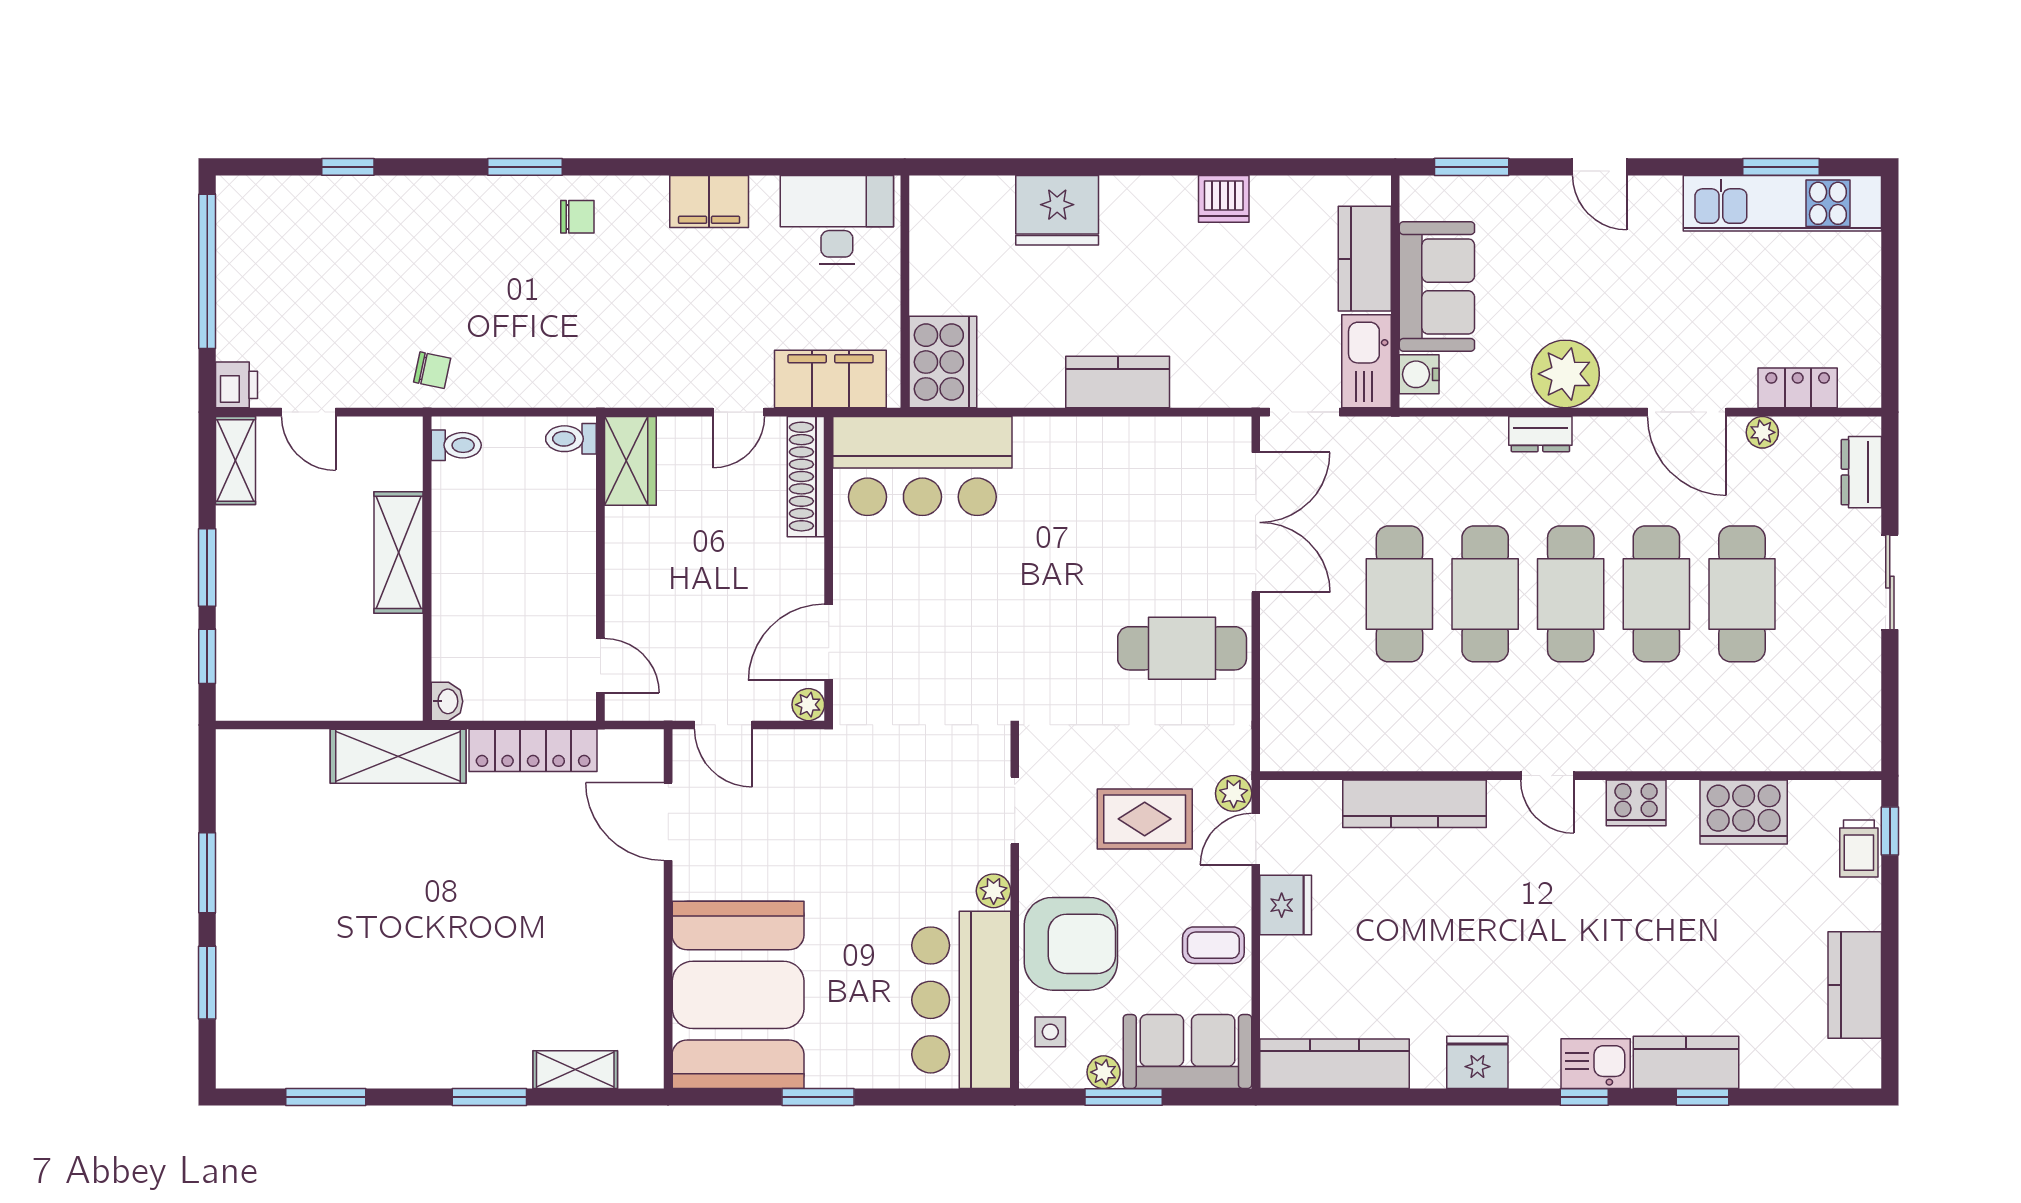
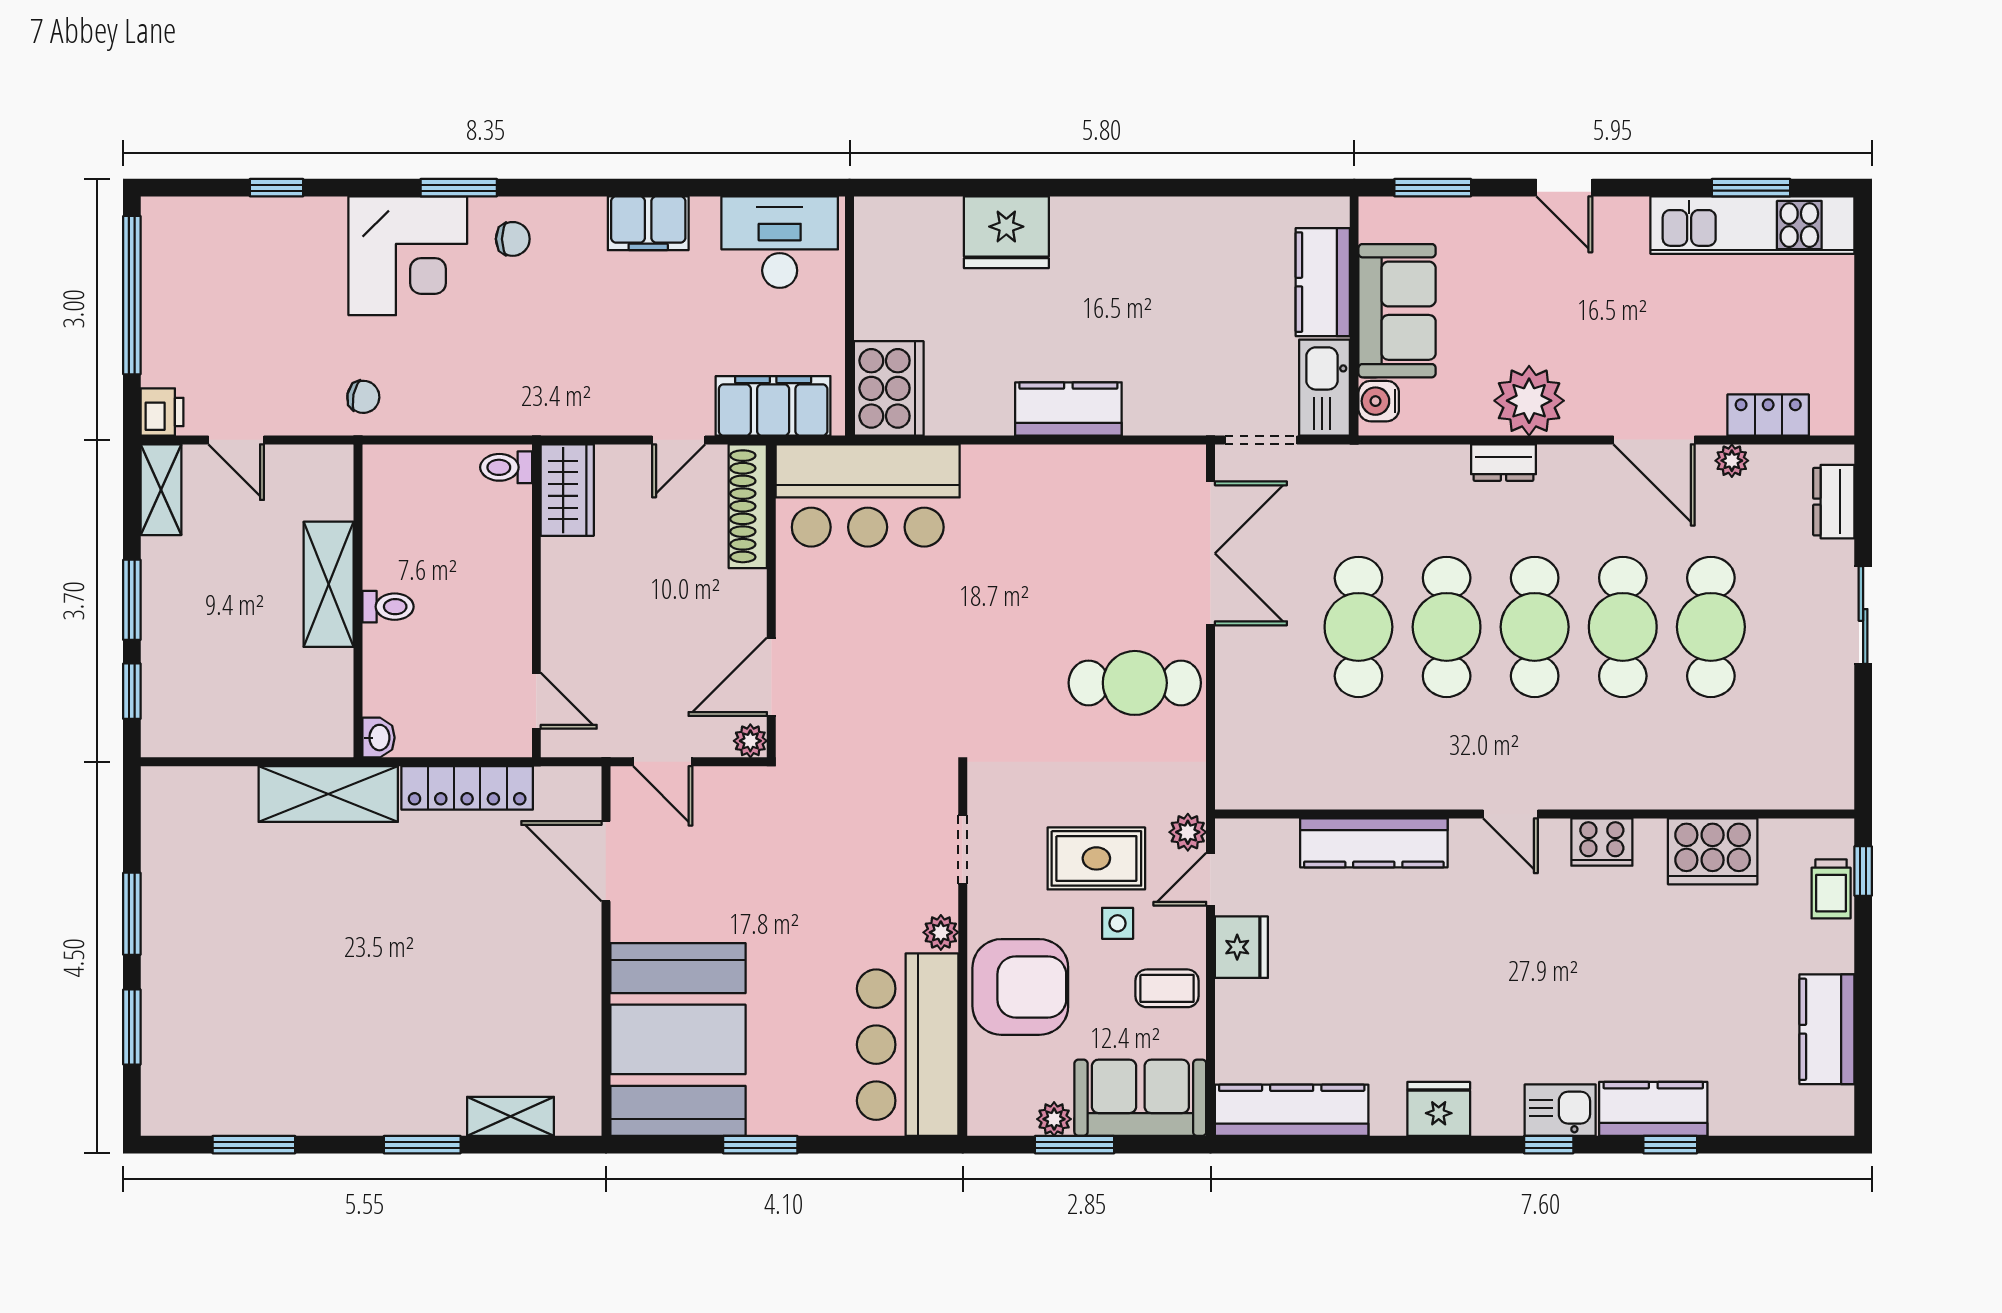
dishwasher: (1224, 199) -> (1178, 220), removed
corner desk: (475, 233) -> (408, 256), added
toilet: (456, 445) -> (388, 607), moved
side table: (1050, 1032) -> (1118, 923), moved

